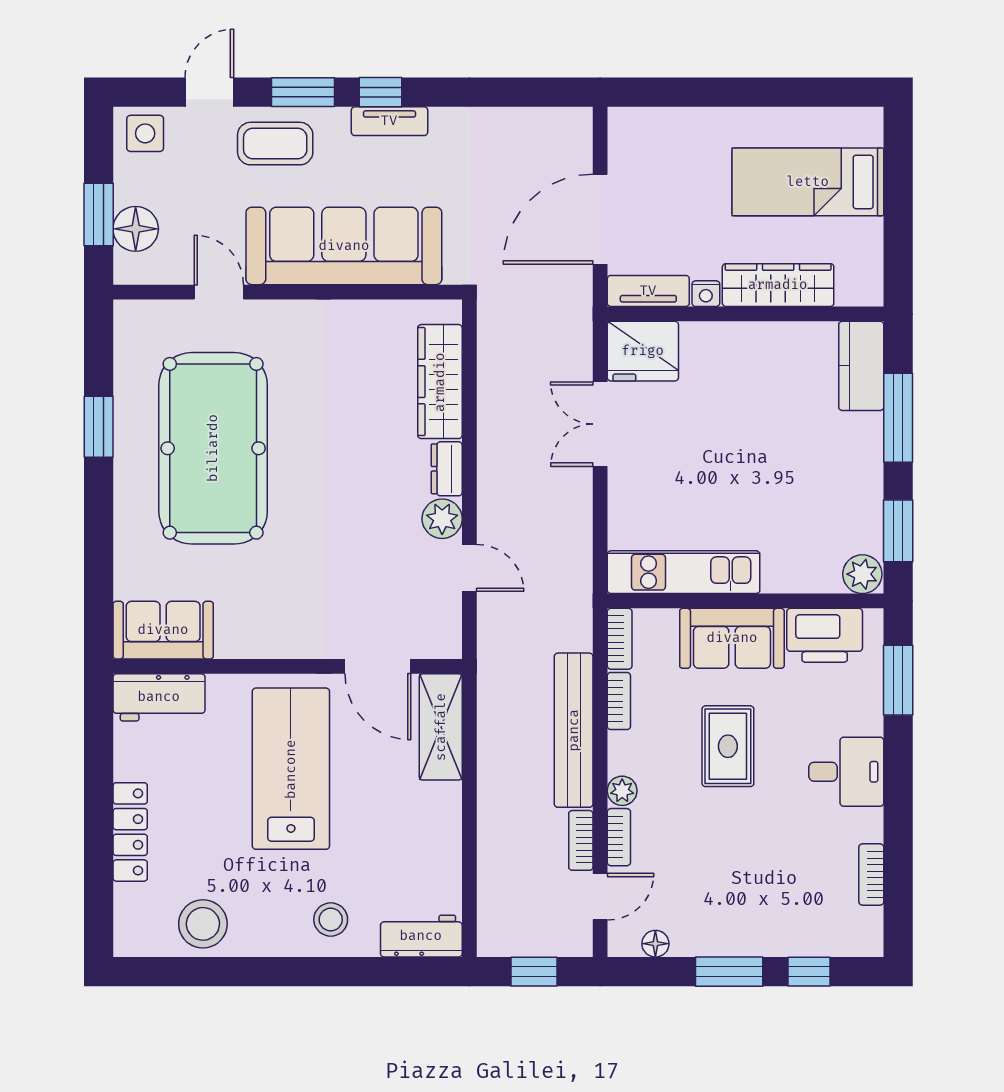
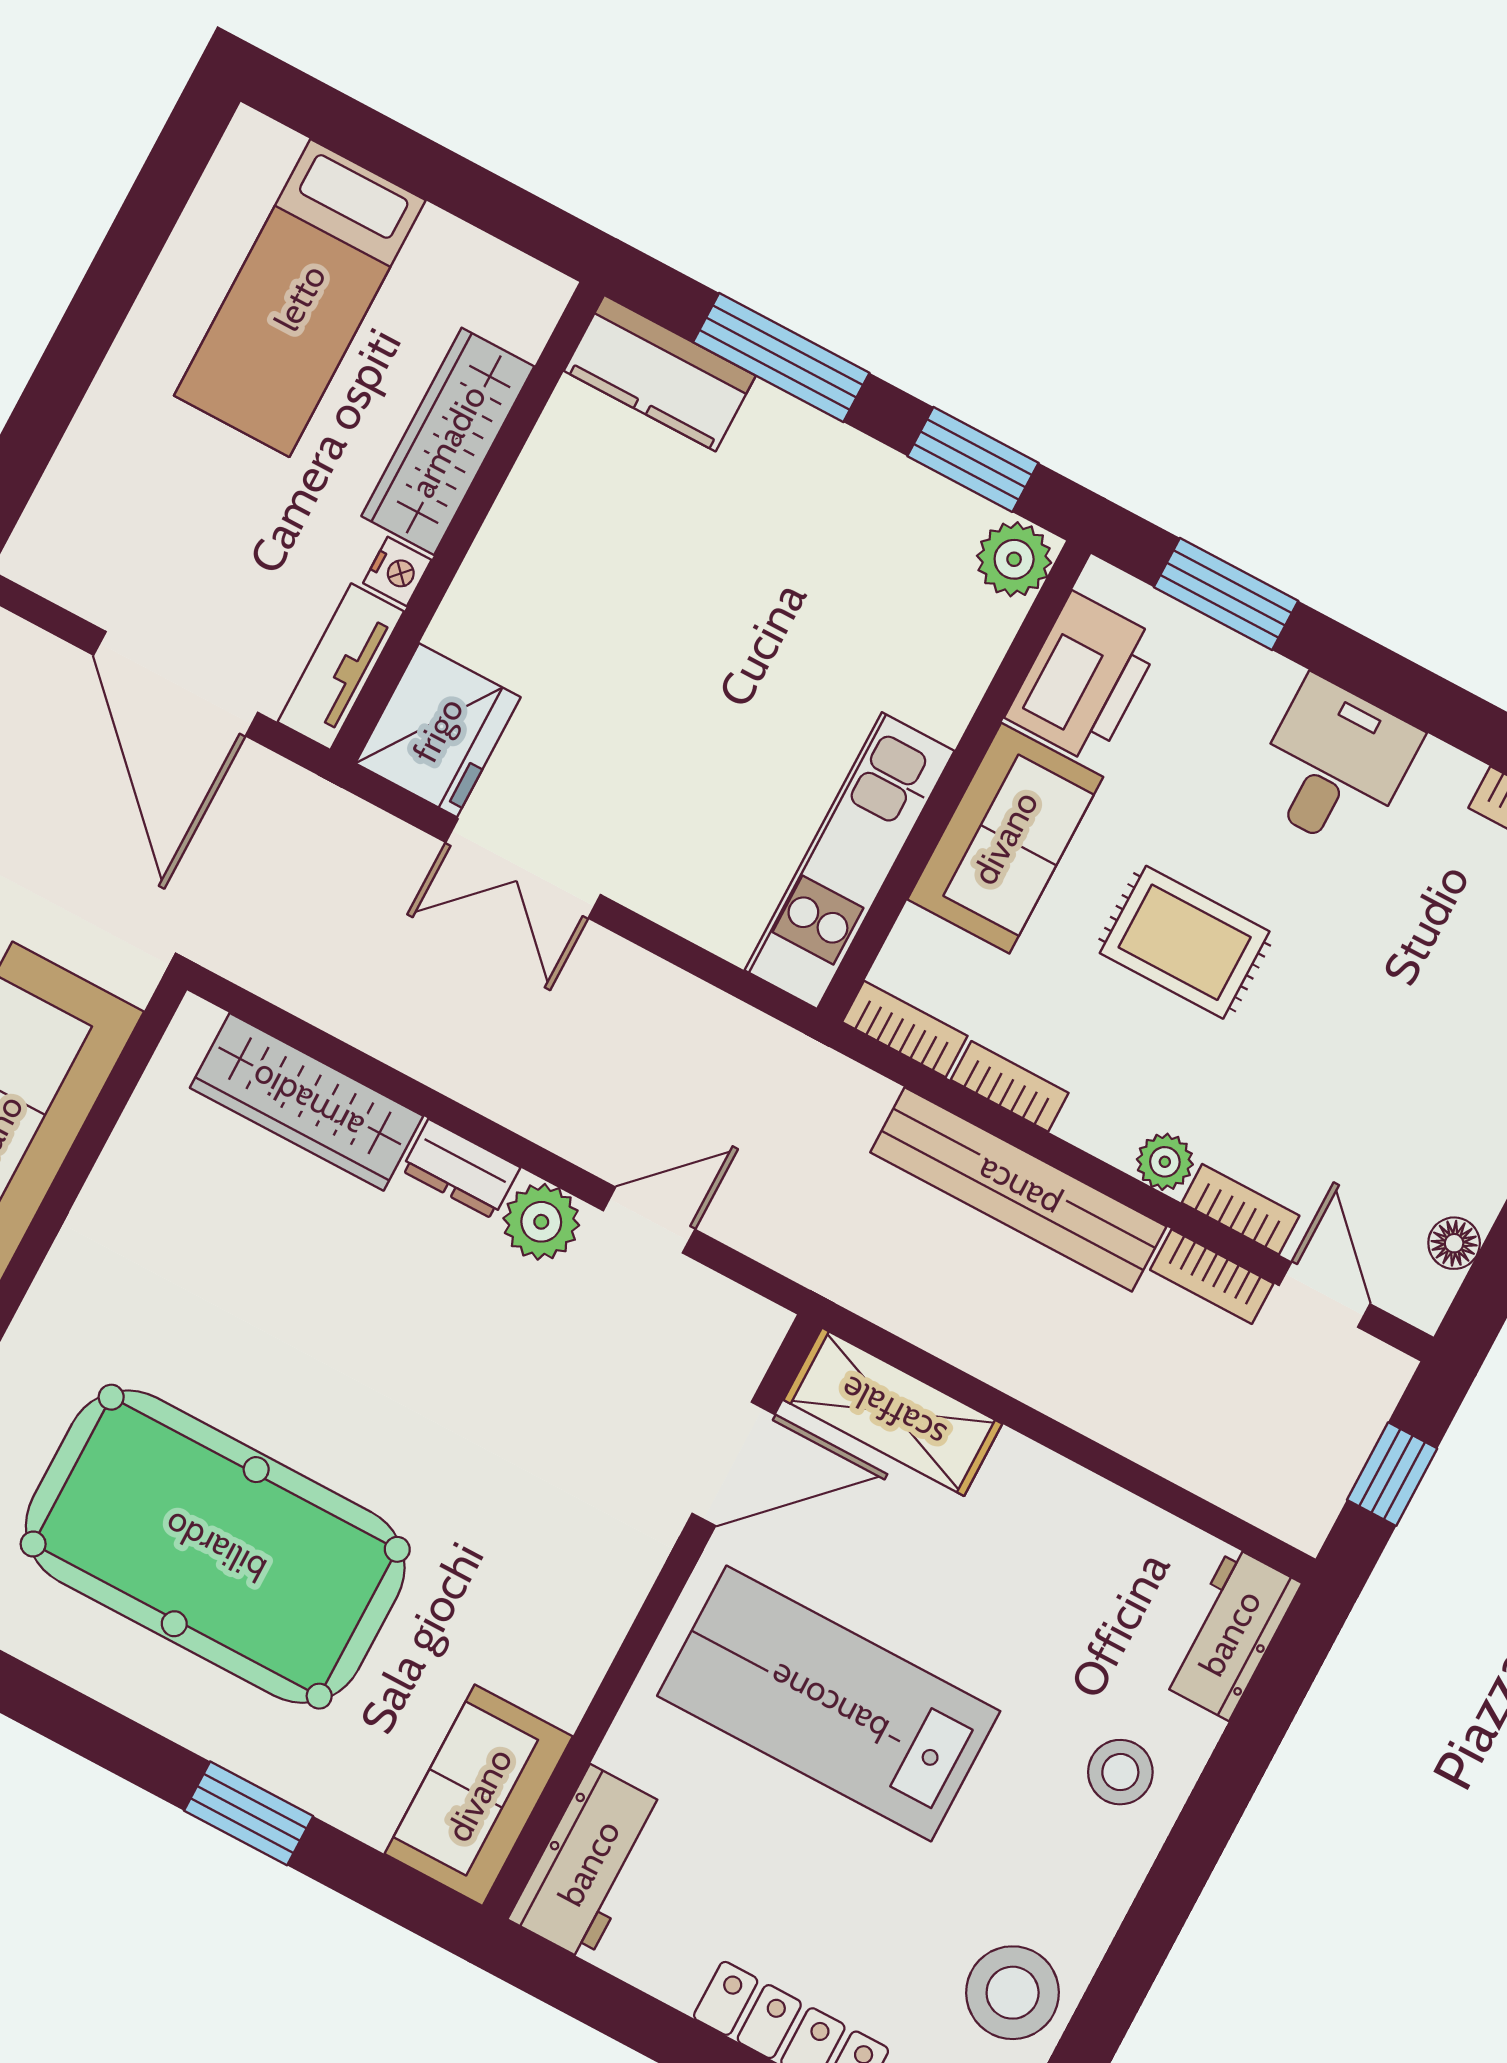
window: (99, 427) -> (249, 1813), moved

